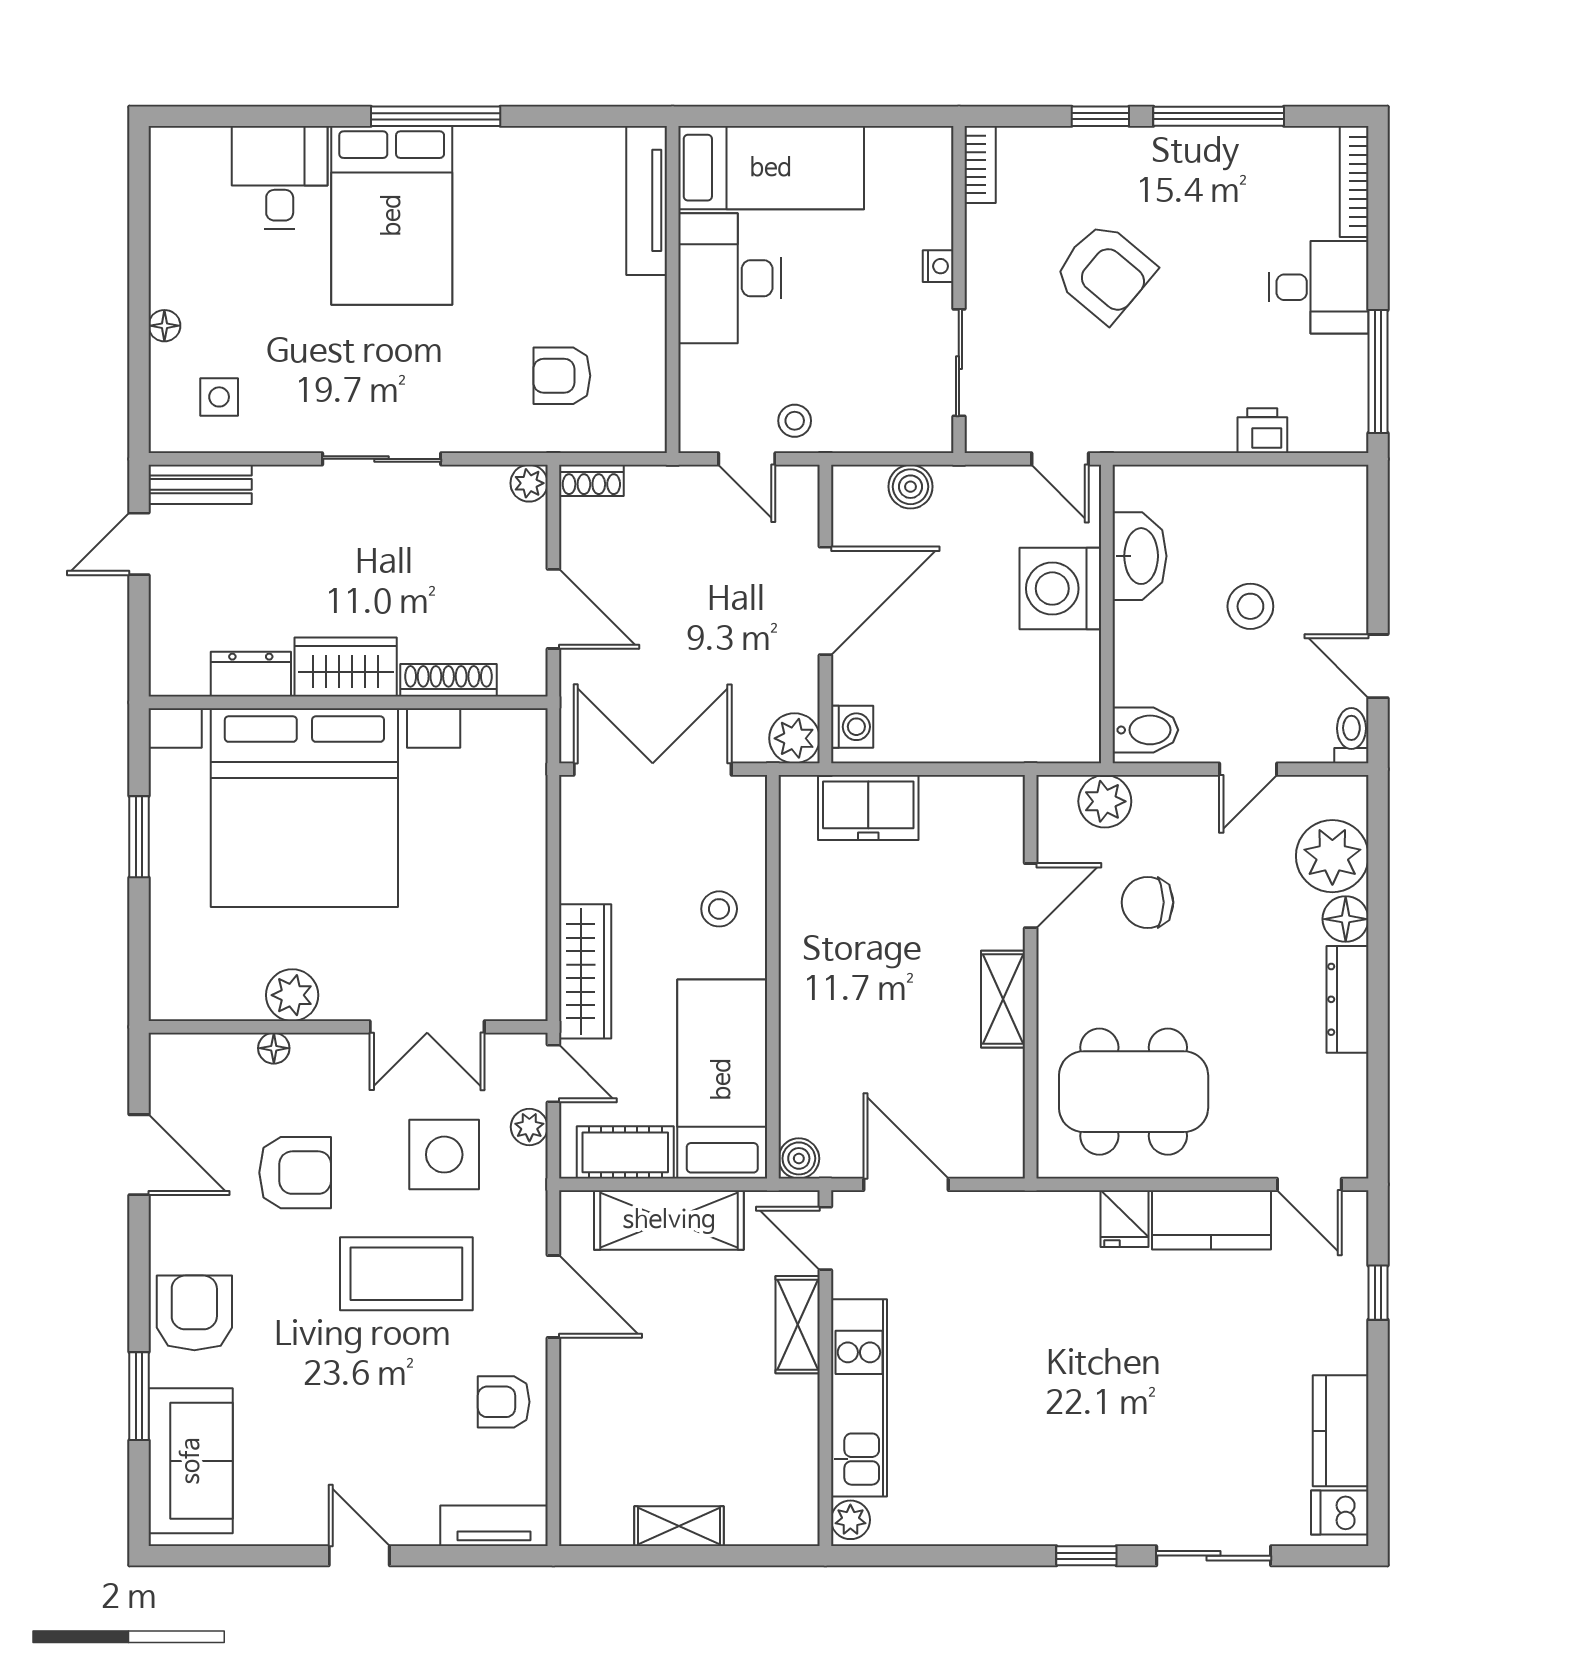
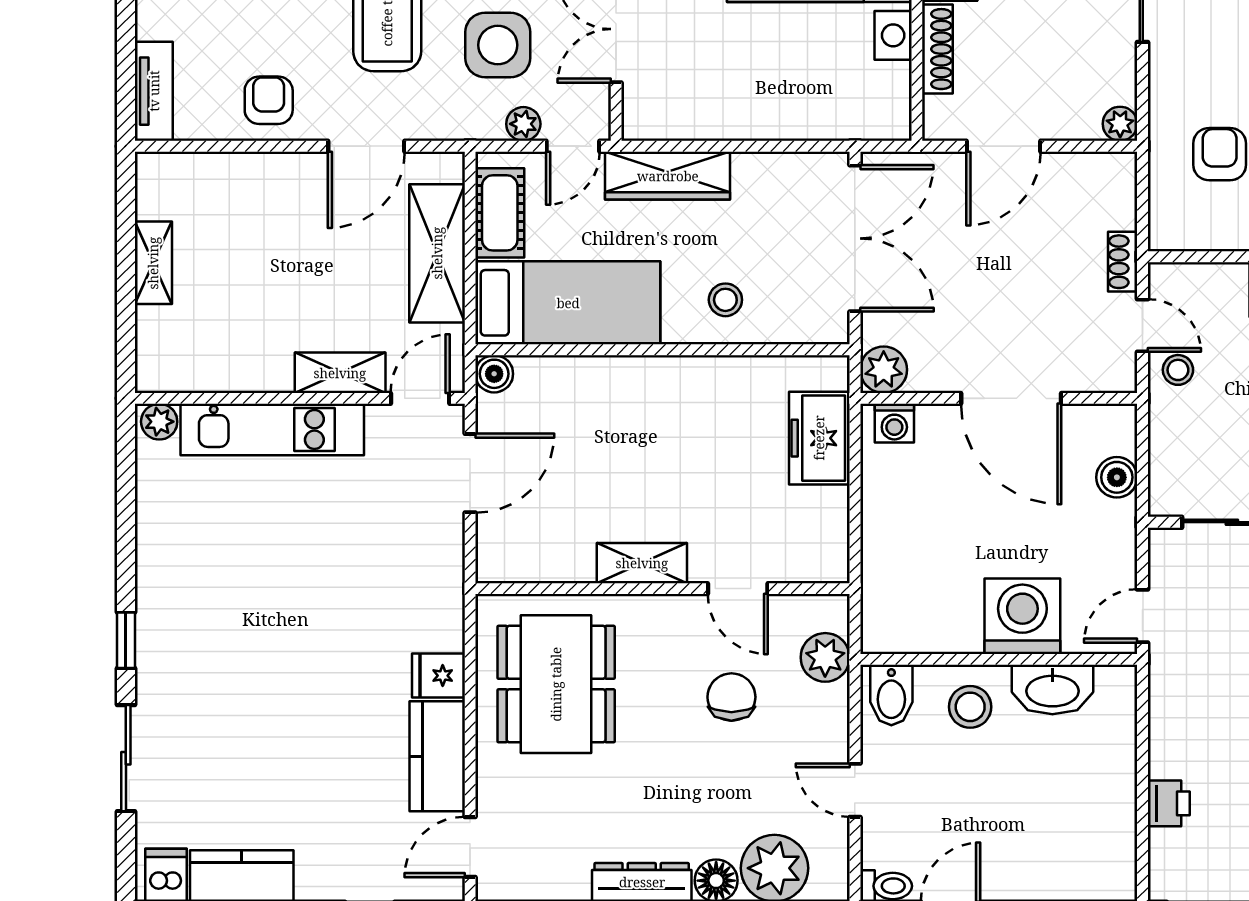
door: (747, 459) -> (1143, 326), swing flipped
shoe rack: (591, 480) -> (1123, 262), moved
stool: (1250, 606) -> (970, 707), moved

